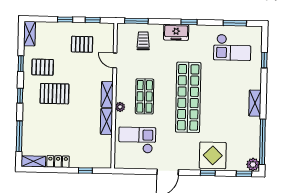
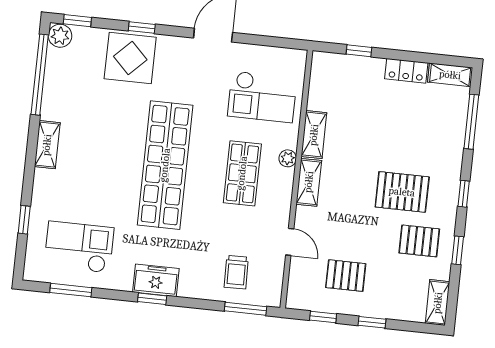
freezer: (176, 32) -> (156, 280), moved

